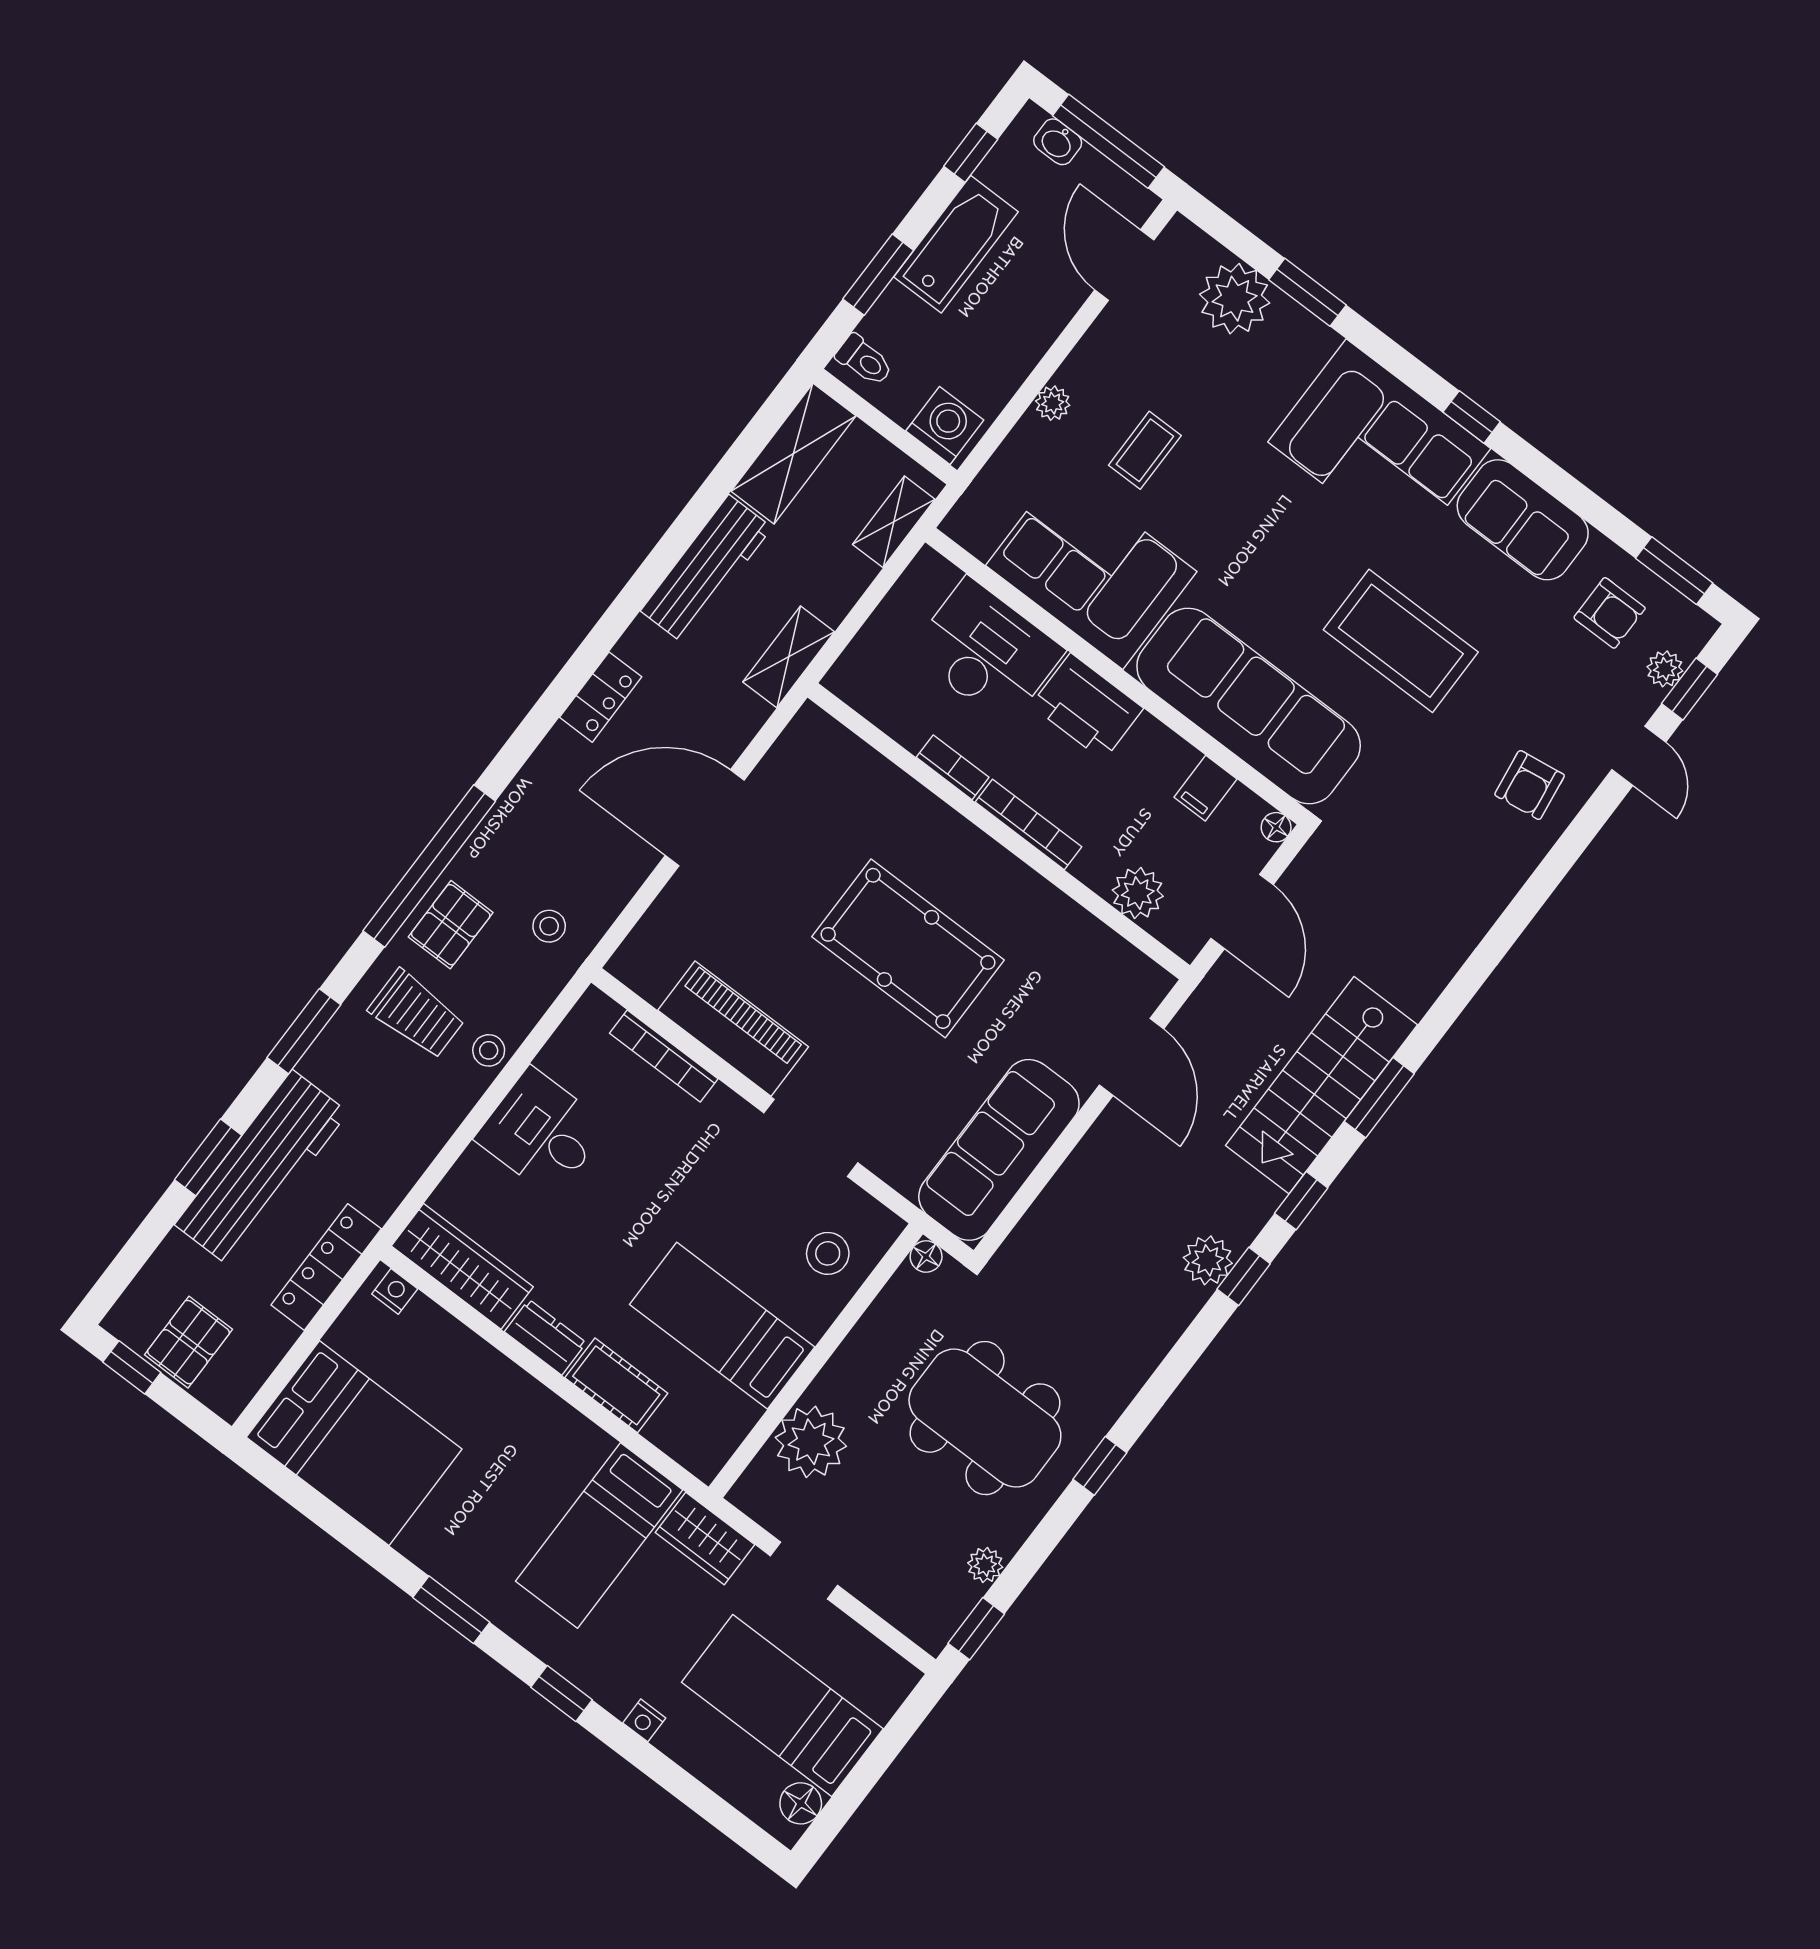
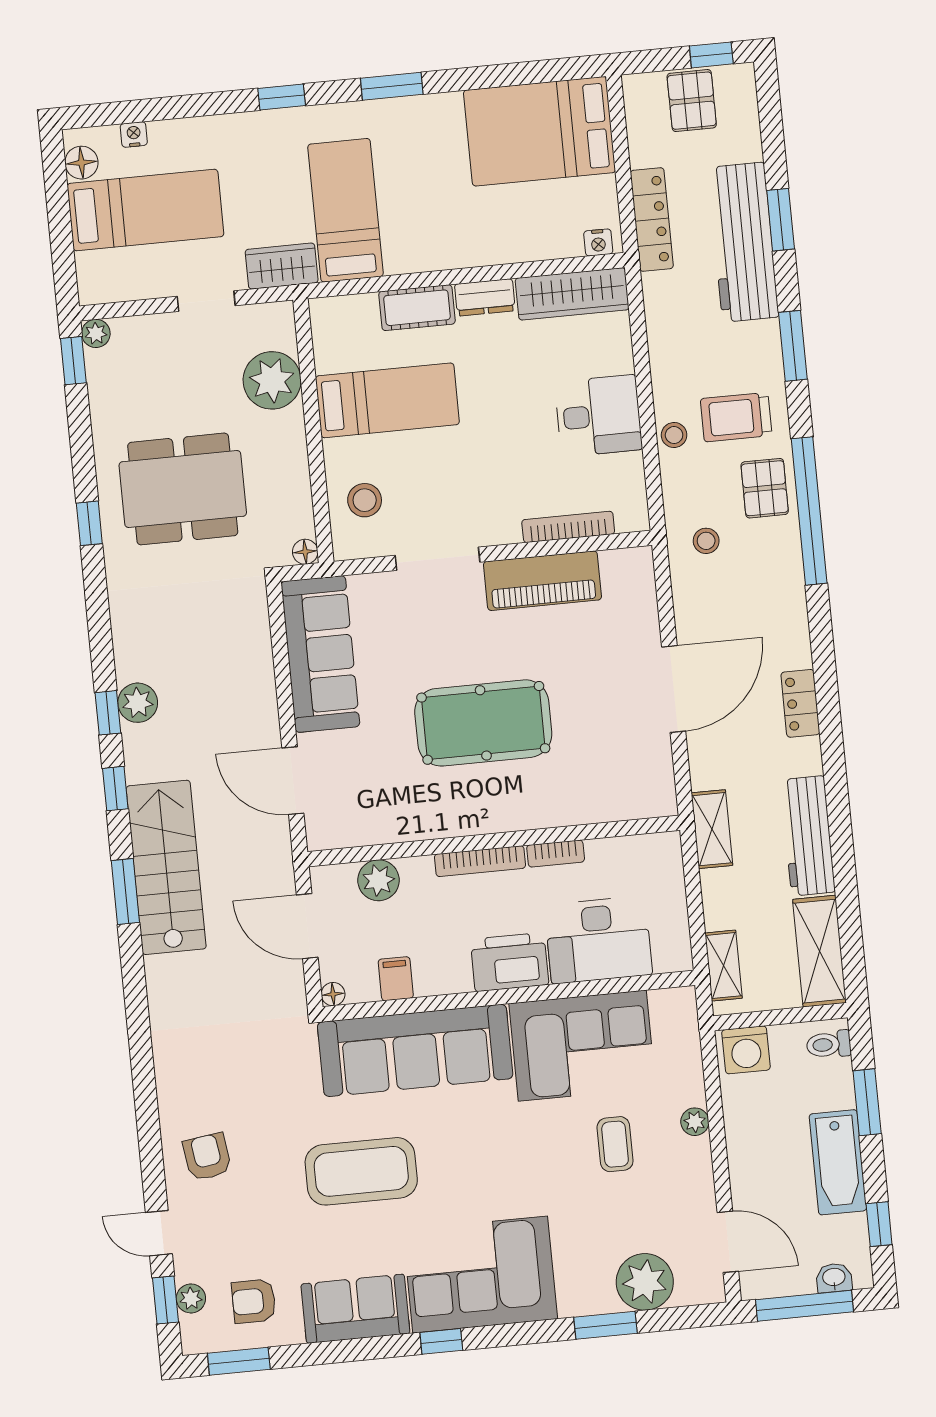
plant: (985, 1565) -> (96, 333), moved
nightstand: (644, 1720) -> (134, 134), moved

